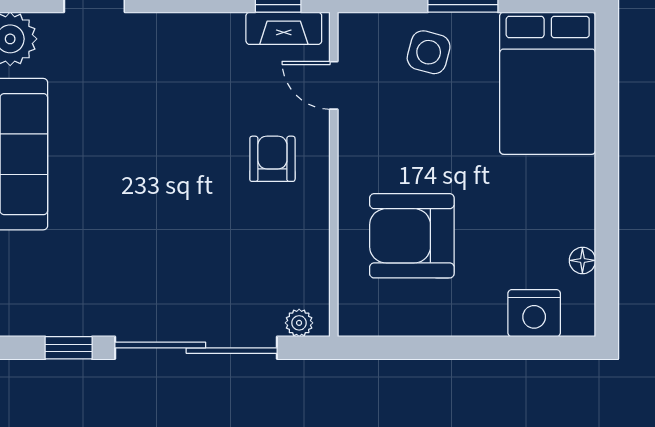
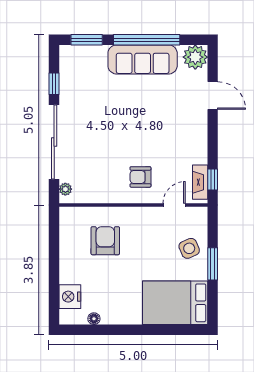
side table: (429, 52) -> (189, 248), turned -38
armchair: (272, 159) -> (140, 177), turned 180
armchair: (412, 236) -> (105, 241), width x0.73, depth x0.73

